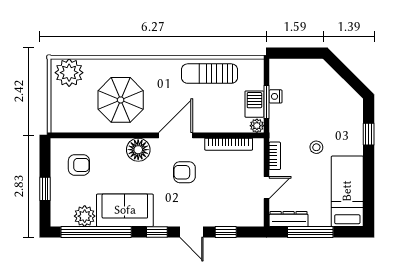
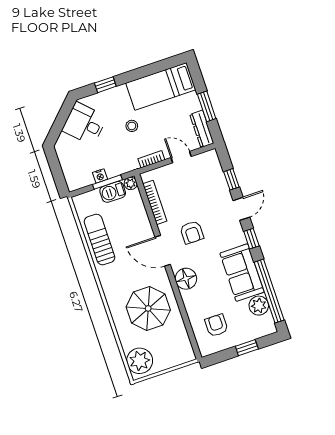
sun lounger: (209, 74) -> (99, 240), turned 180
desk: (335, 99) -> (85, 124), added
window: (310, 232) -> (207, 106), width x0.69

